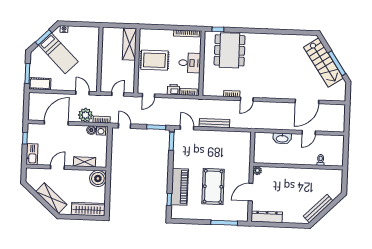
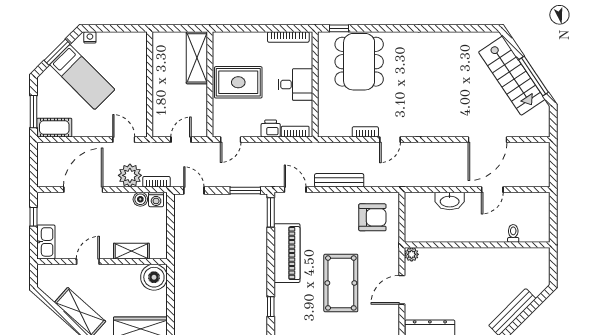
armchair: (234, 147) -> (372, 217), added
piano: (180, 187) -> (287, 253), moved

